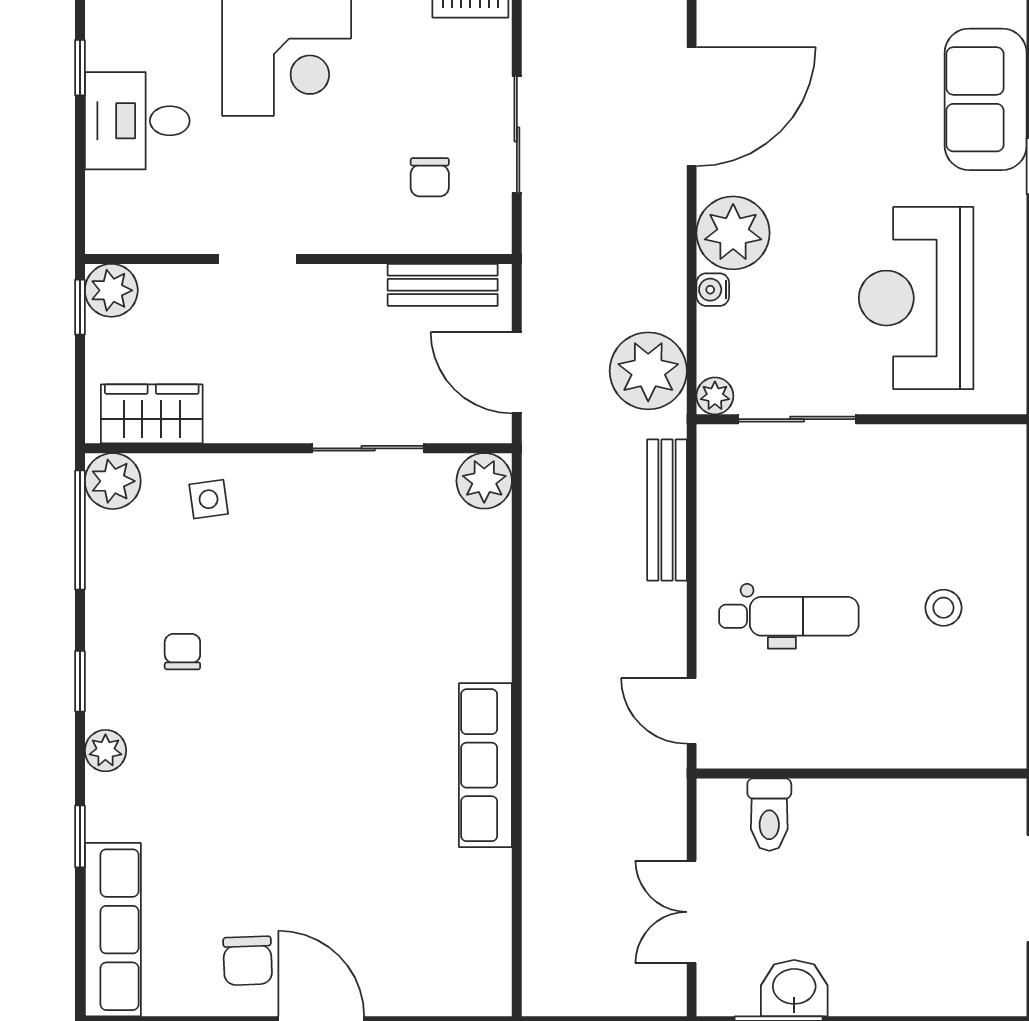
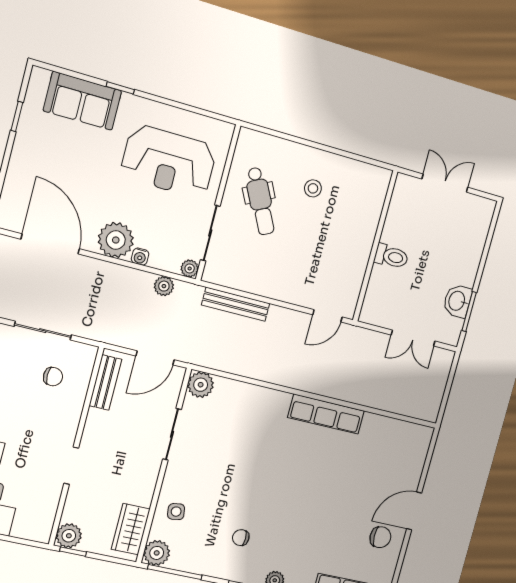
plant: (648, 371) -> (164, 286), width x0.53, depth x0.53
dental chair: (789, 616) -> (260, 201), moved, turned 153
toilet: (769, 815) -> (391, 256), moved

